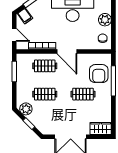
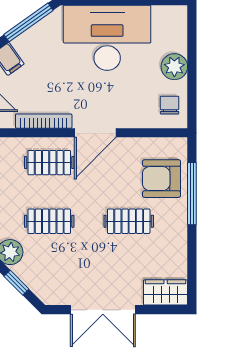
door: (67, 52) -> (95, 133), hinge flipped
armchair: (99, 74) -> (162, 179), turned 90

